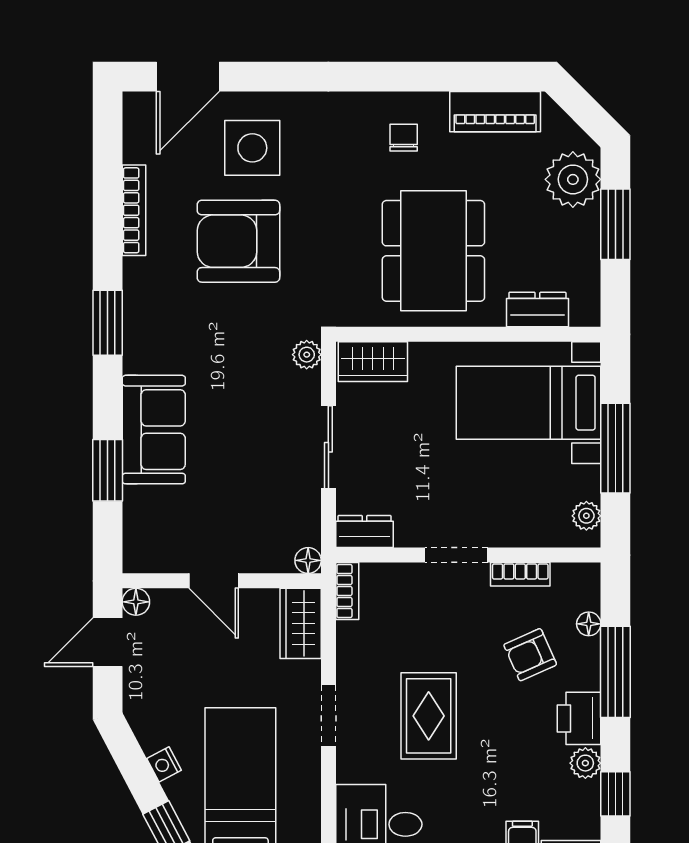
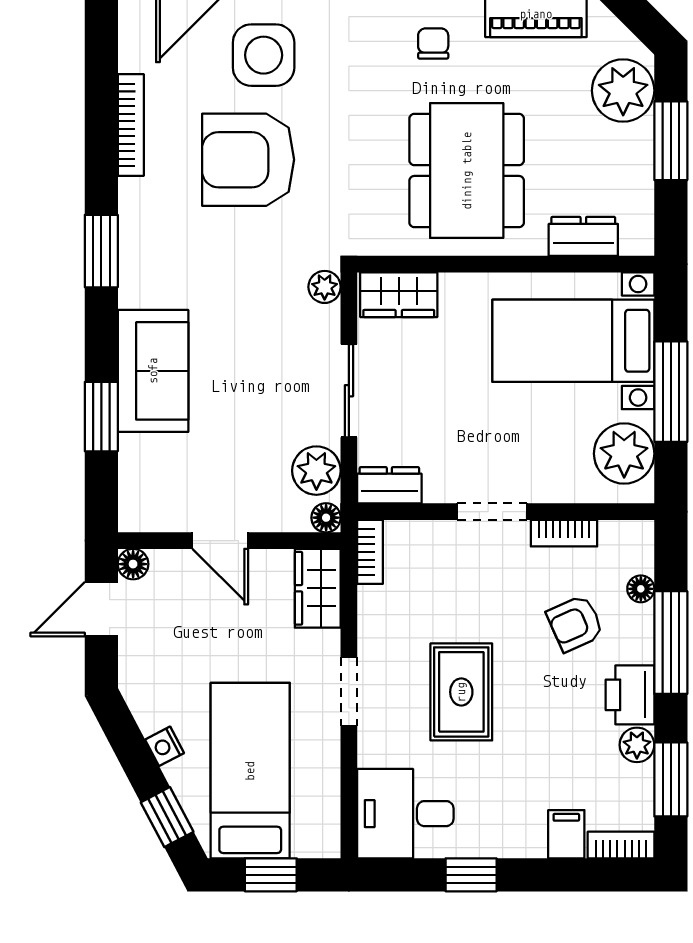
plant: (586, 516) -> (624, 454), width x1.88, depth x1.88
plant: (299, 518) -> (316, 471), added
window: (615, 794) -> (671, 779), width x1.50

